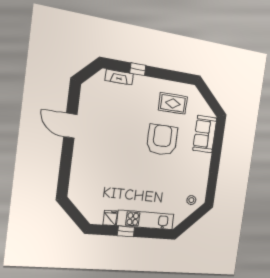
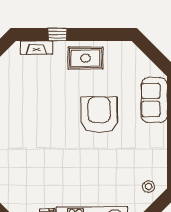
rug: (173, 103) -> (86, 58), moved

